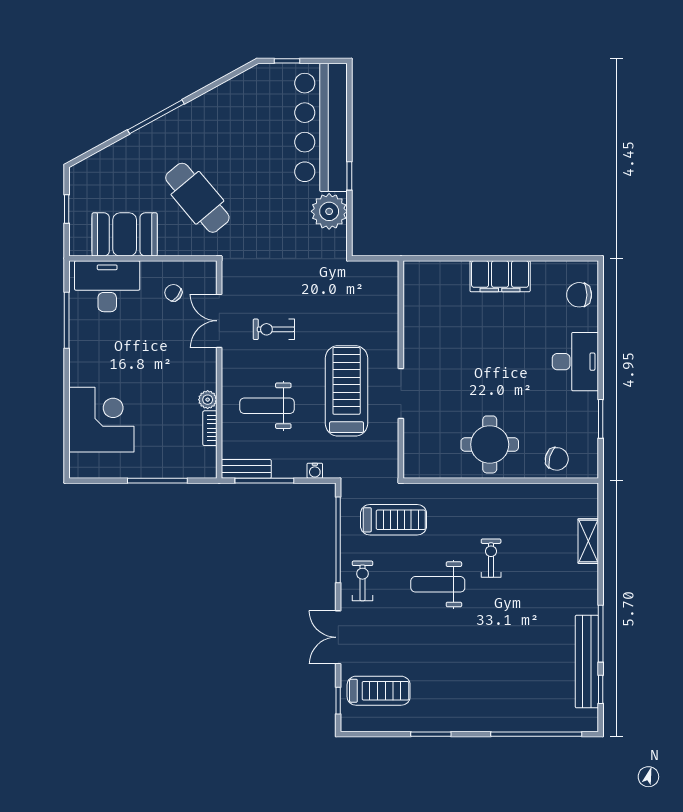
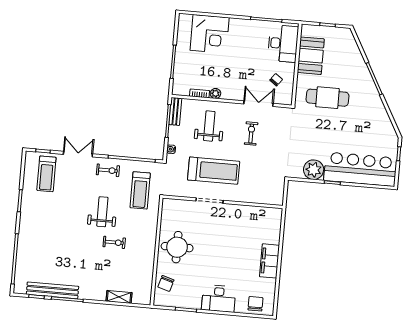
cafe table: (197, 198) -> (327, 98), turned 40

